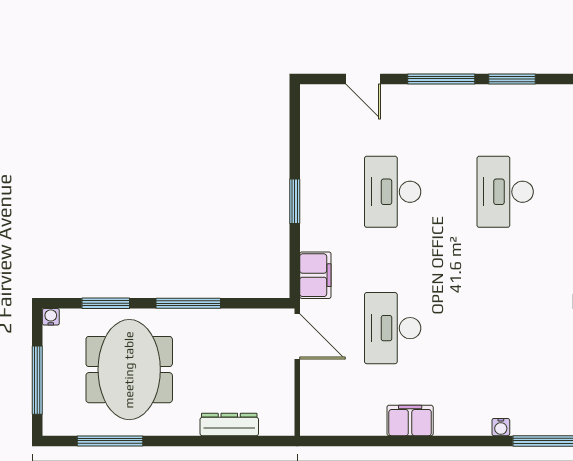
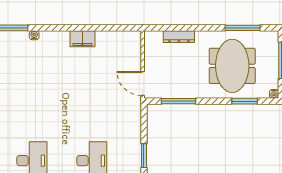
filing cabinet: (315, 275) -> (133, 116), removed
window: (188, 303) -> (178, 101), moved
desk: (393, 328) -> (92, 88), removed

